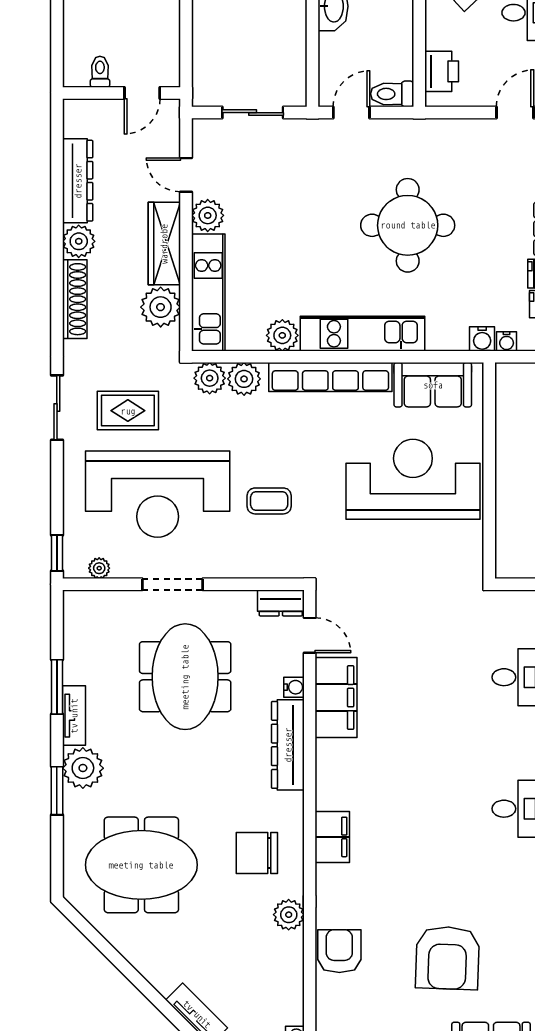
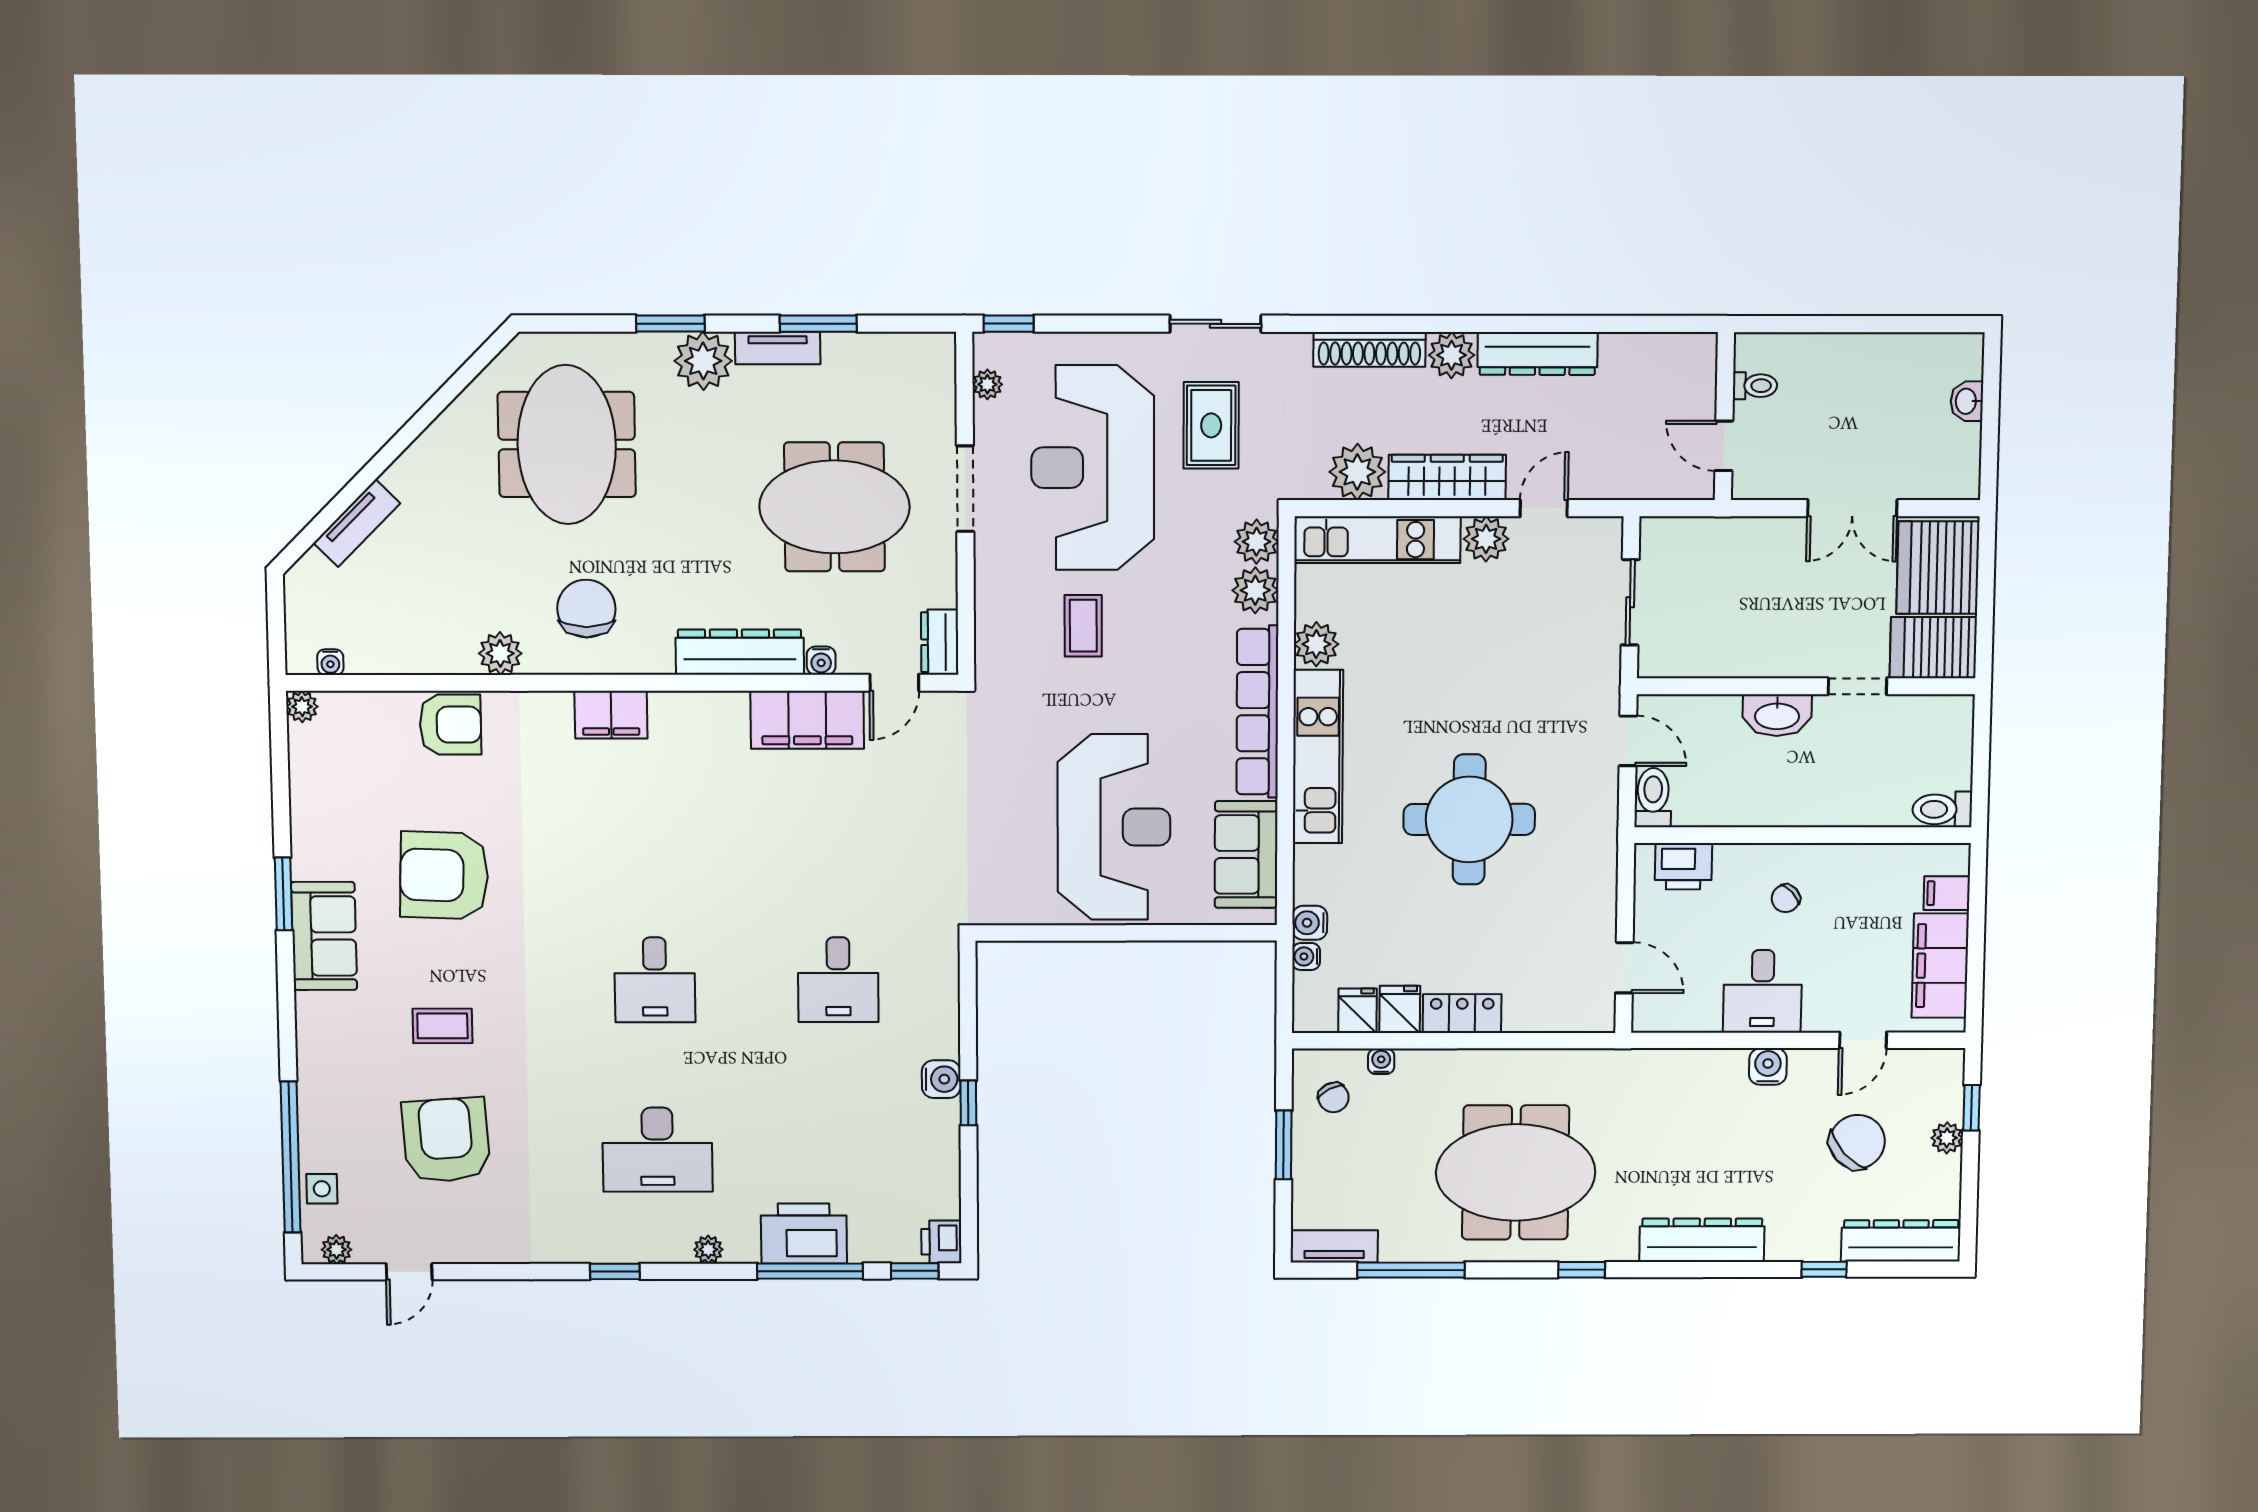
toilet: (100, 72) -> (1755, 386), moved
wall: (121, 93) -> (1724, 416), moved
door: (142, 93) -> (1724, 446), moved

